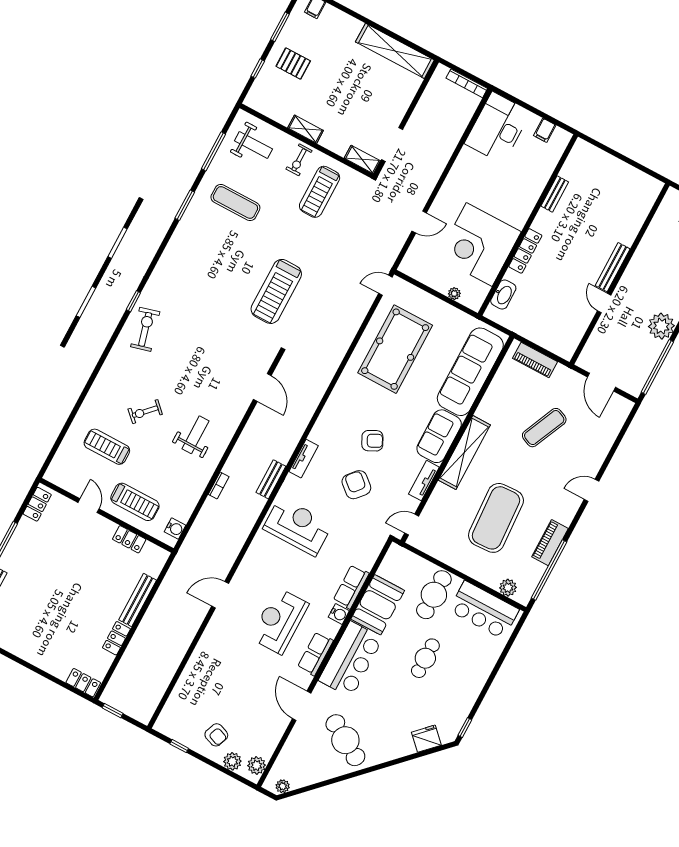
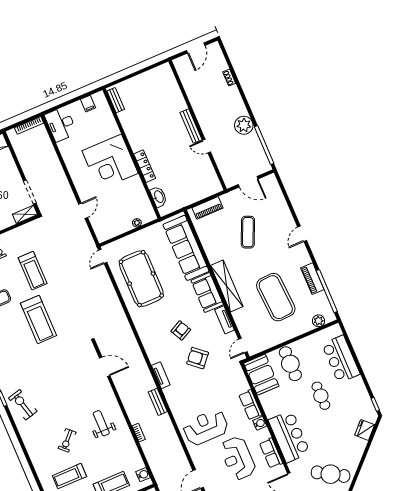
desk: (498, 128) -> (61, 124), width x0.73, depth x0.77
treadmill: (320, 192) -> (33, 271), moved
bench: (555, 194) -> (116, 100), moved
corner desk: (479, 245) -> (110, 162), moved
treadmill: (276, 291) -> (38, 319), moved
reception desk: (298, 526) -> (206, 427), moved
booth: (378, 605) -> (261, 375), moved
bar counter: (484, 610) -> (341, 359), moved, turned 90

